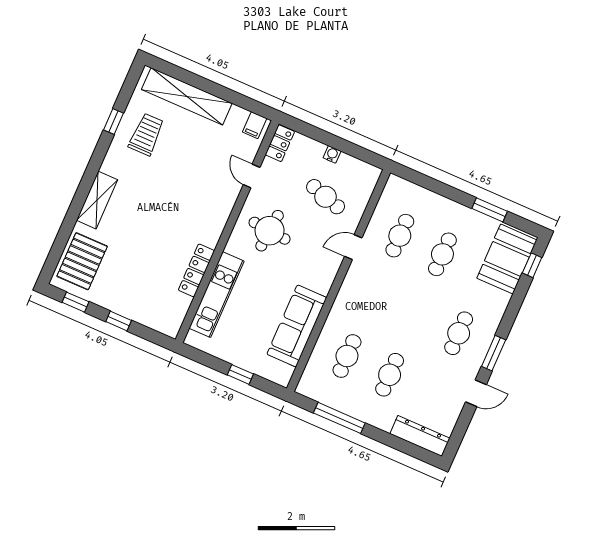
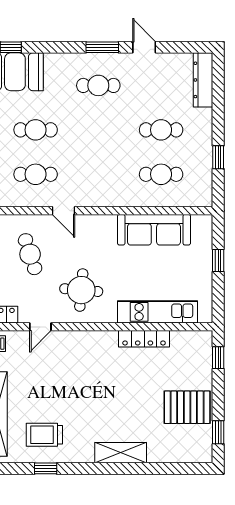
cafe table: (326, 197) -> (30, 254), turned -35
pallet: (82, 261) -> (187, 407), moved
window: (119, 321) -> (218, 358), moved
window: (339, 418) -> (218, 157), width x0.46

